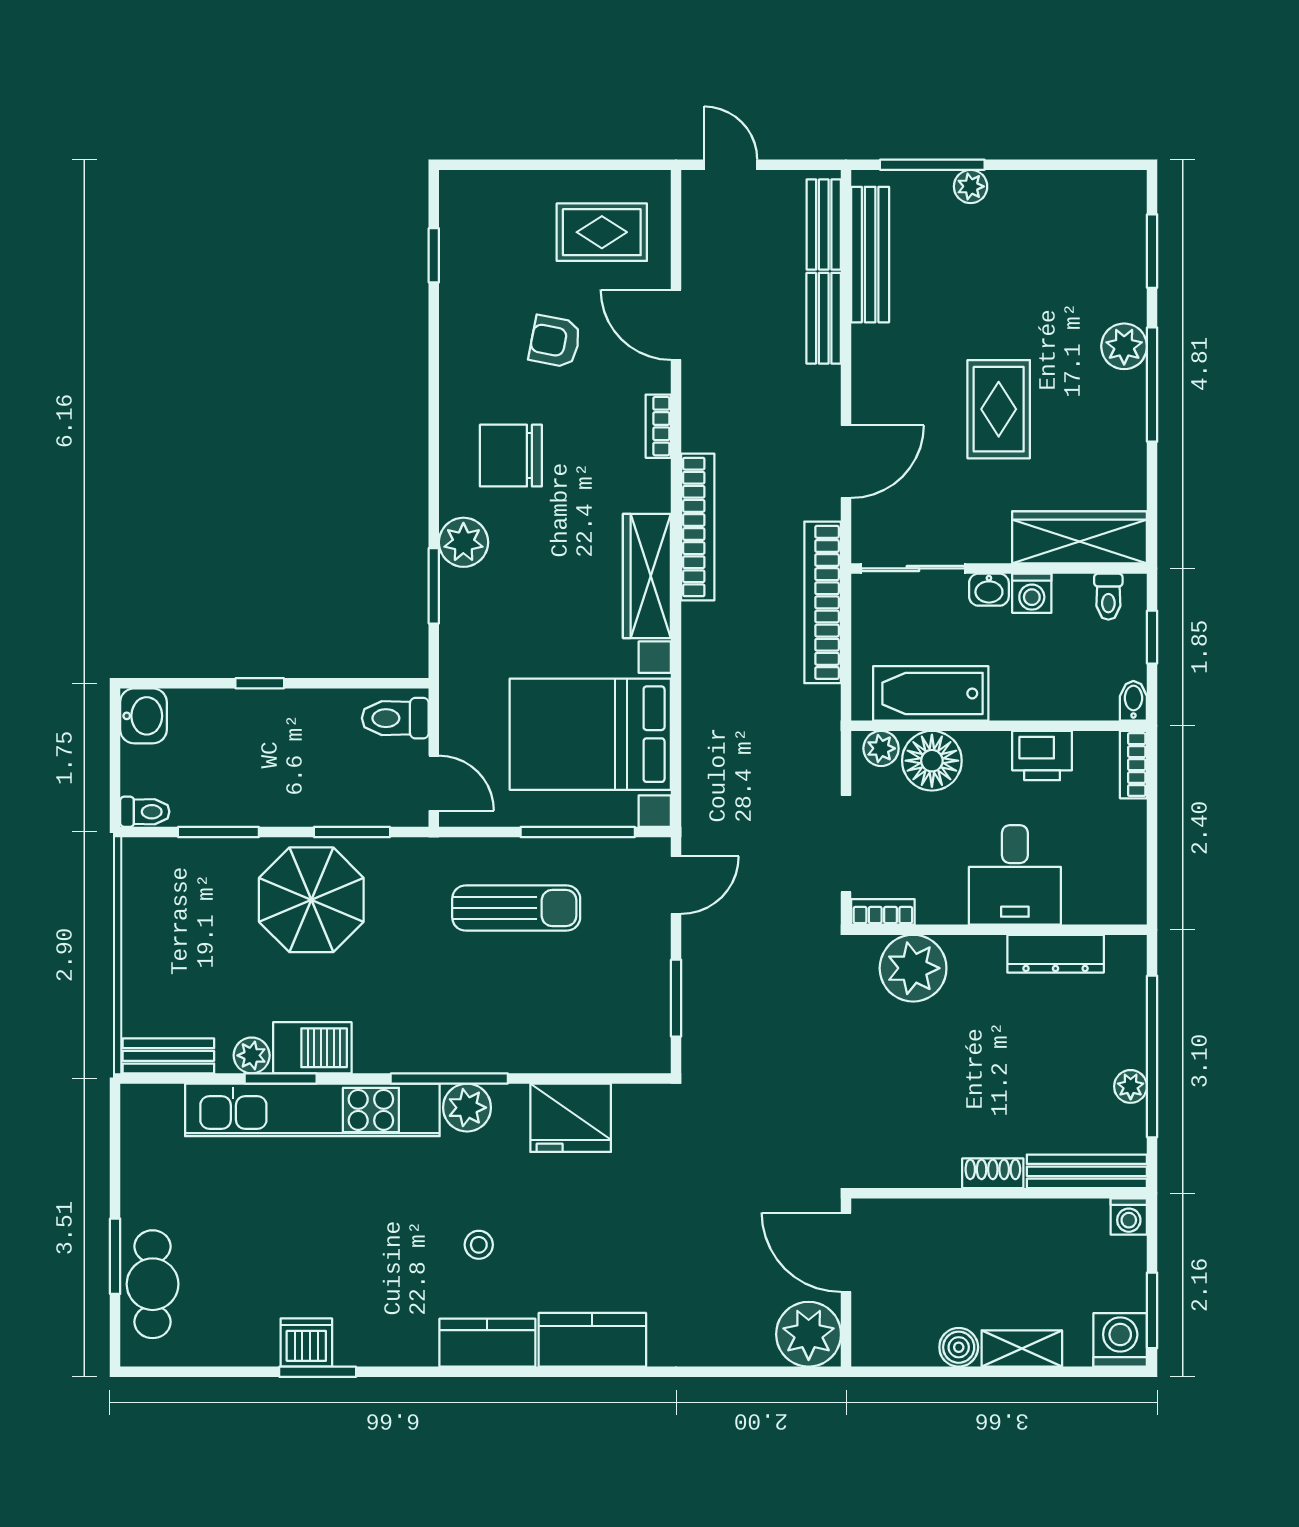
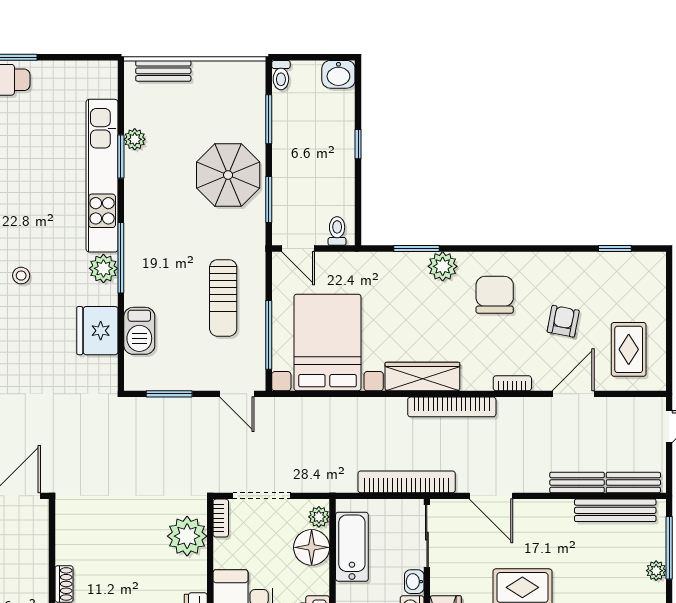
toilet: (395, 718) -> (337, 231), width x0.73, depth x0.72
door: (434, 783) -> (298, 249), hinge flipped
barbecue: (312, 1048) -> (139, 331), moved
bench: (168, 1056) -> (163, 71), moved, turned 90

